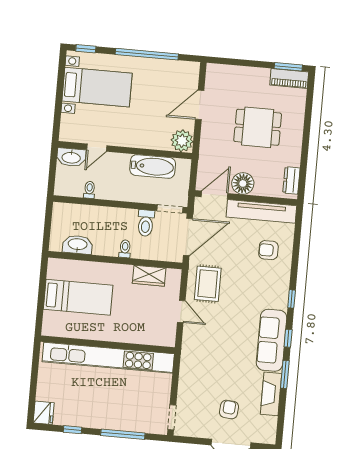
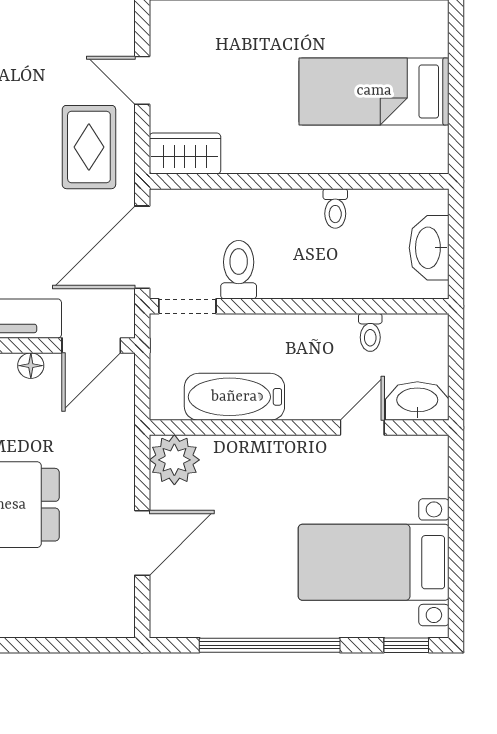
floor lamp: (243, 183) -> (31, 366), width x0.53, depth x0.53
washbasin: (78, 245) -> (429, 248), moved, turned 90
toilet: (125, 249) -> (335, 208), moved
wardrobe: (149, 276) -> (185, 154), moved

